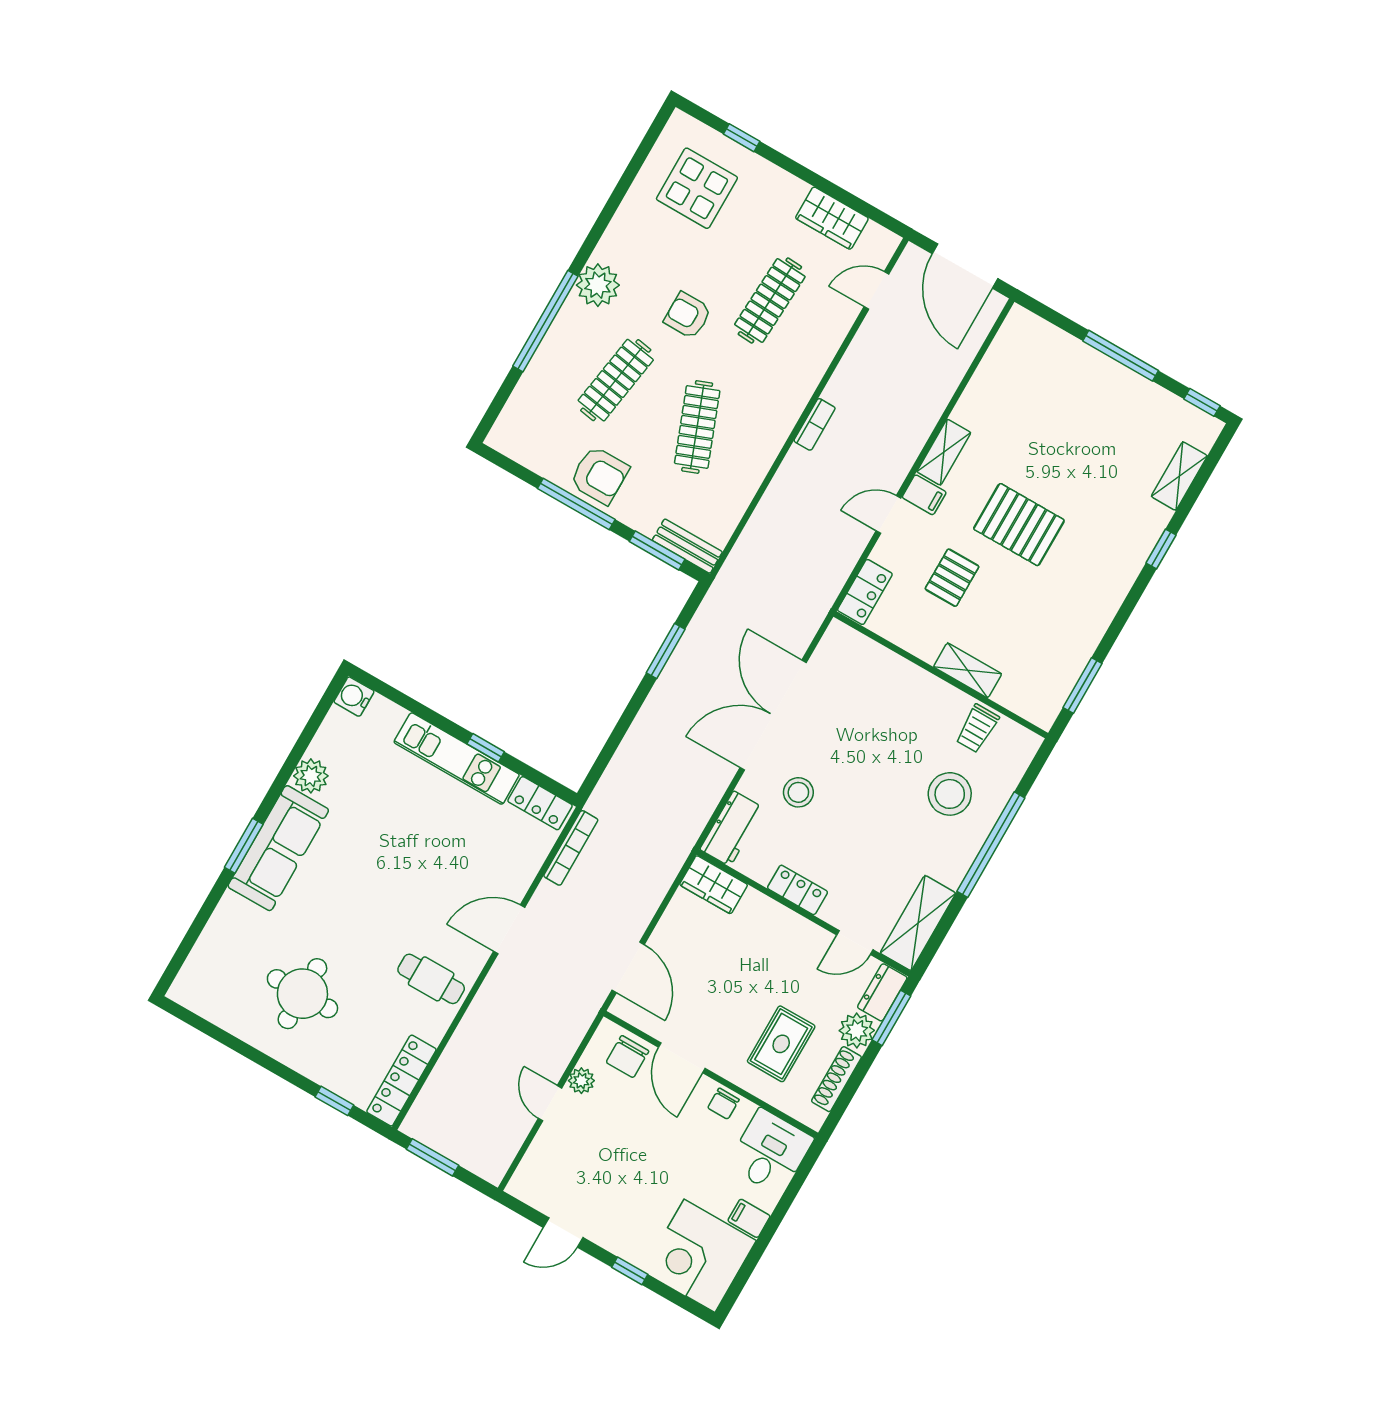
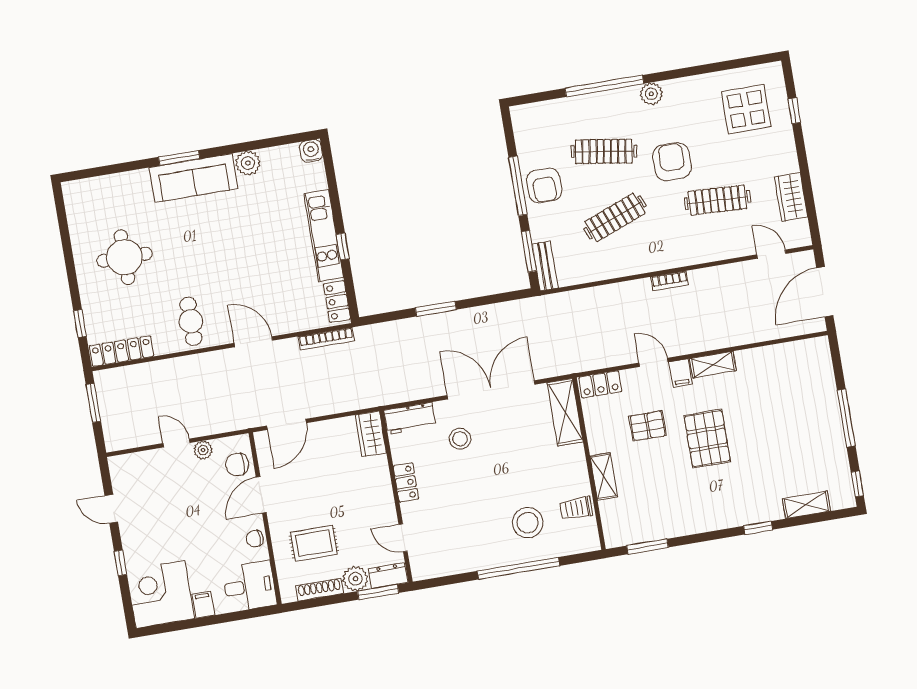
plant: (598, 285) -> (651, 94), width x0.73, depth x0.73
armchair: (688, 315) -> (672, 162), width x1.38, depth x1.38
window: (666, 651) -> (436, 309), moved
shelving: (918, 923) -> (565, 412), moved, turned 90
door: (550, 1103) -> (176, 443), hinge flipped

